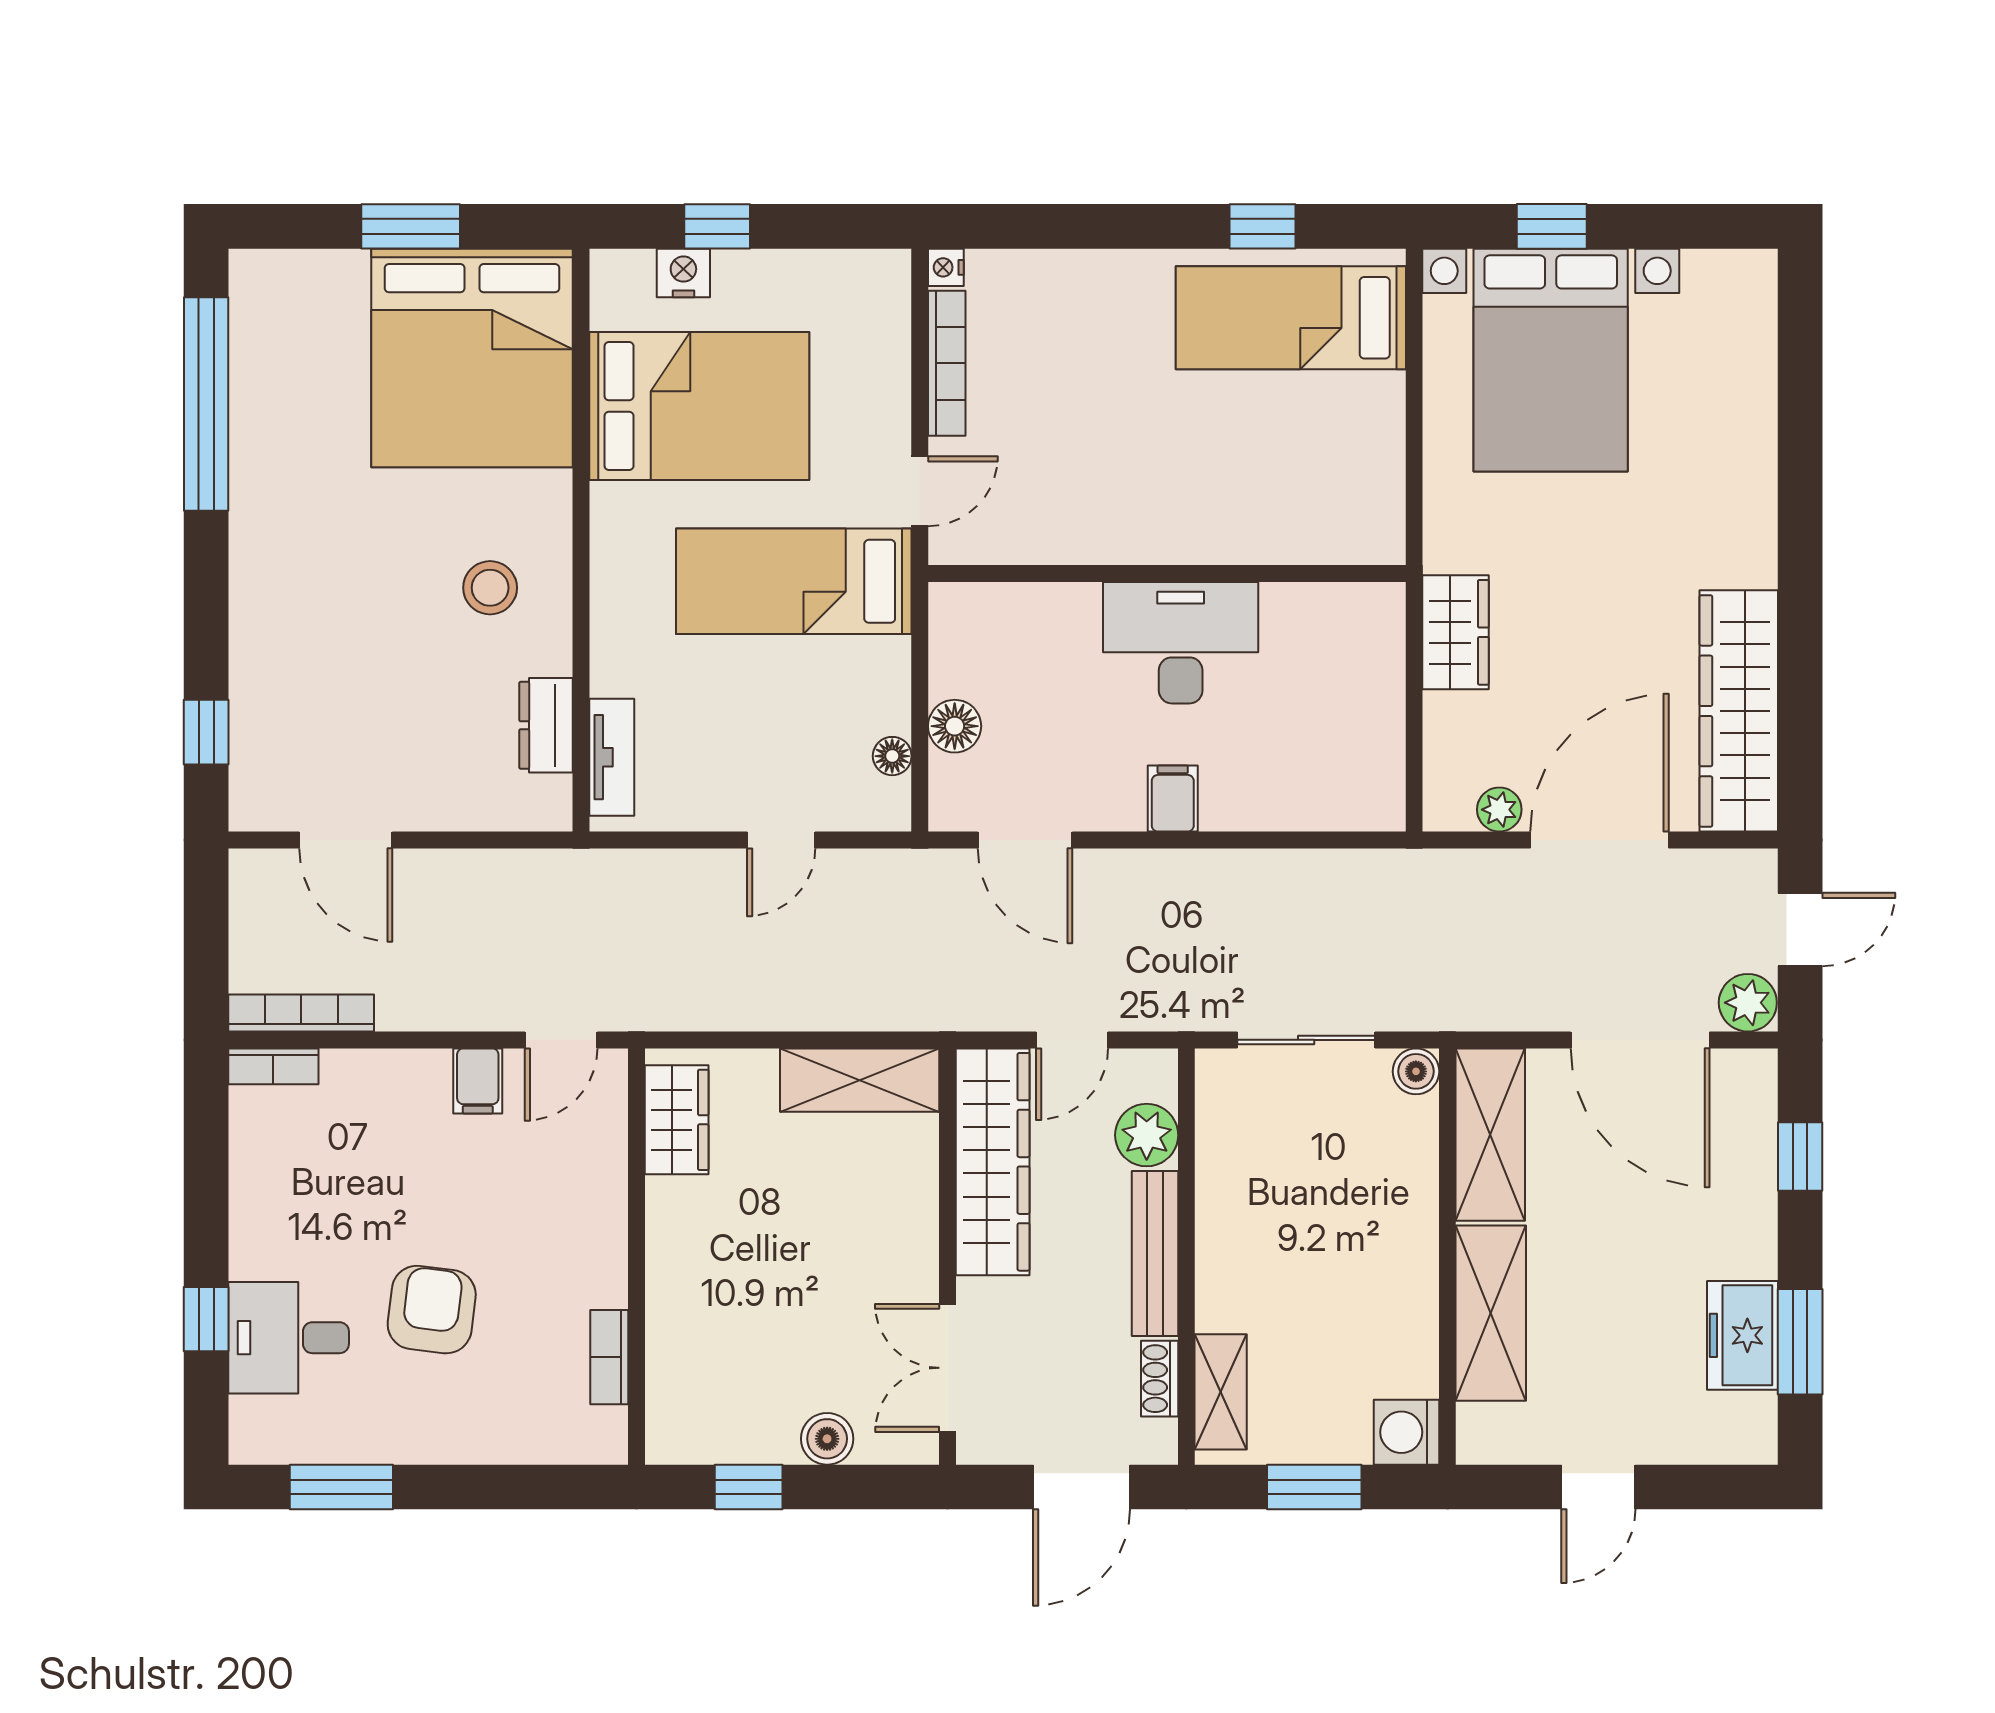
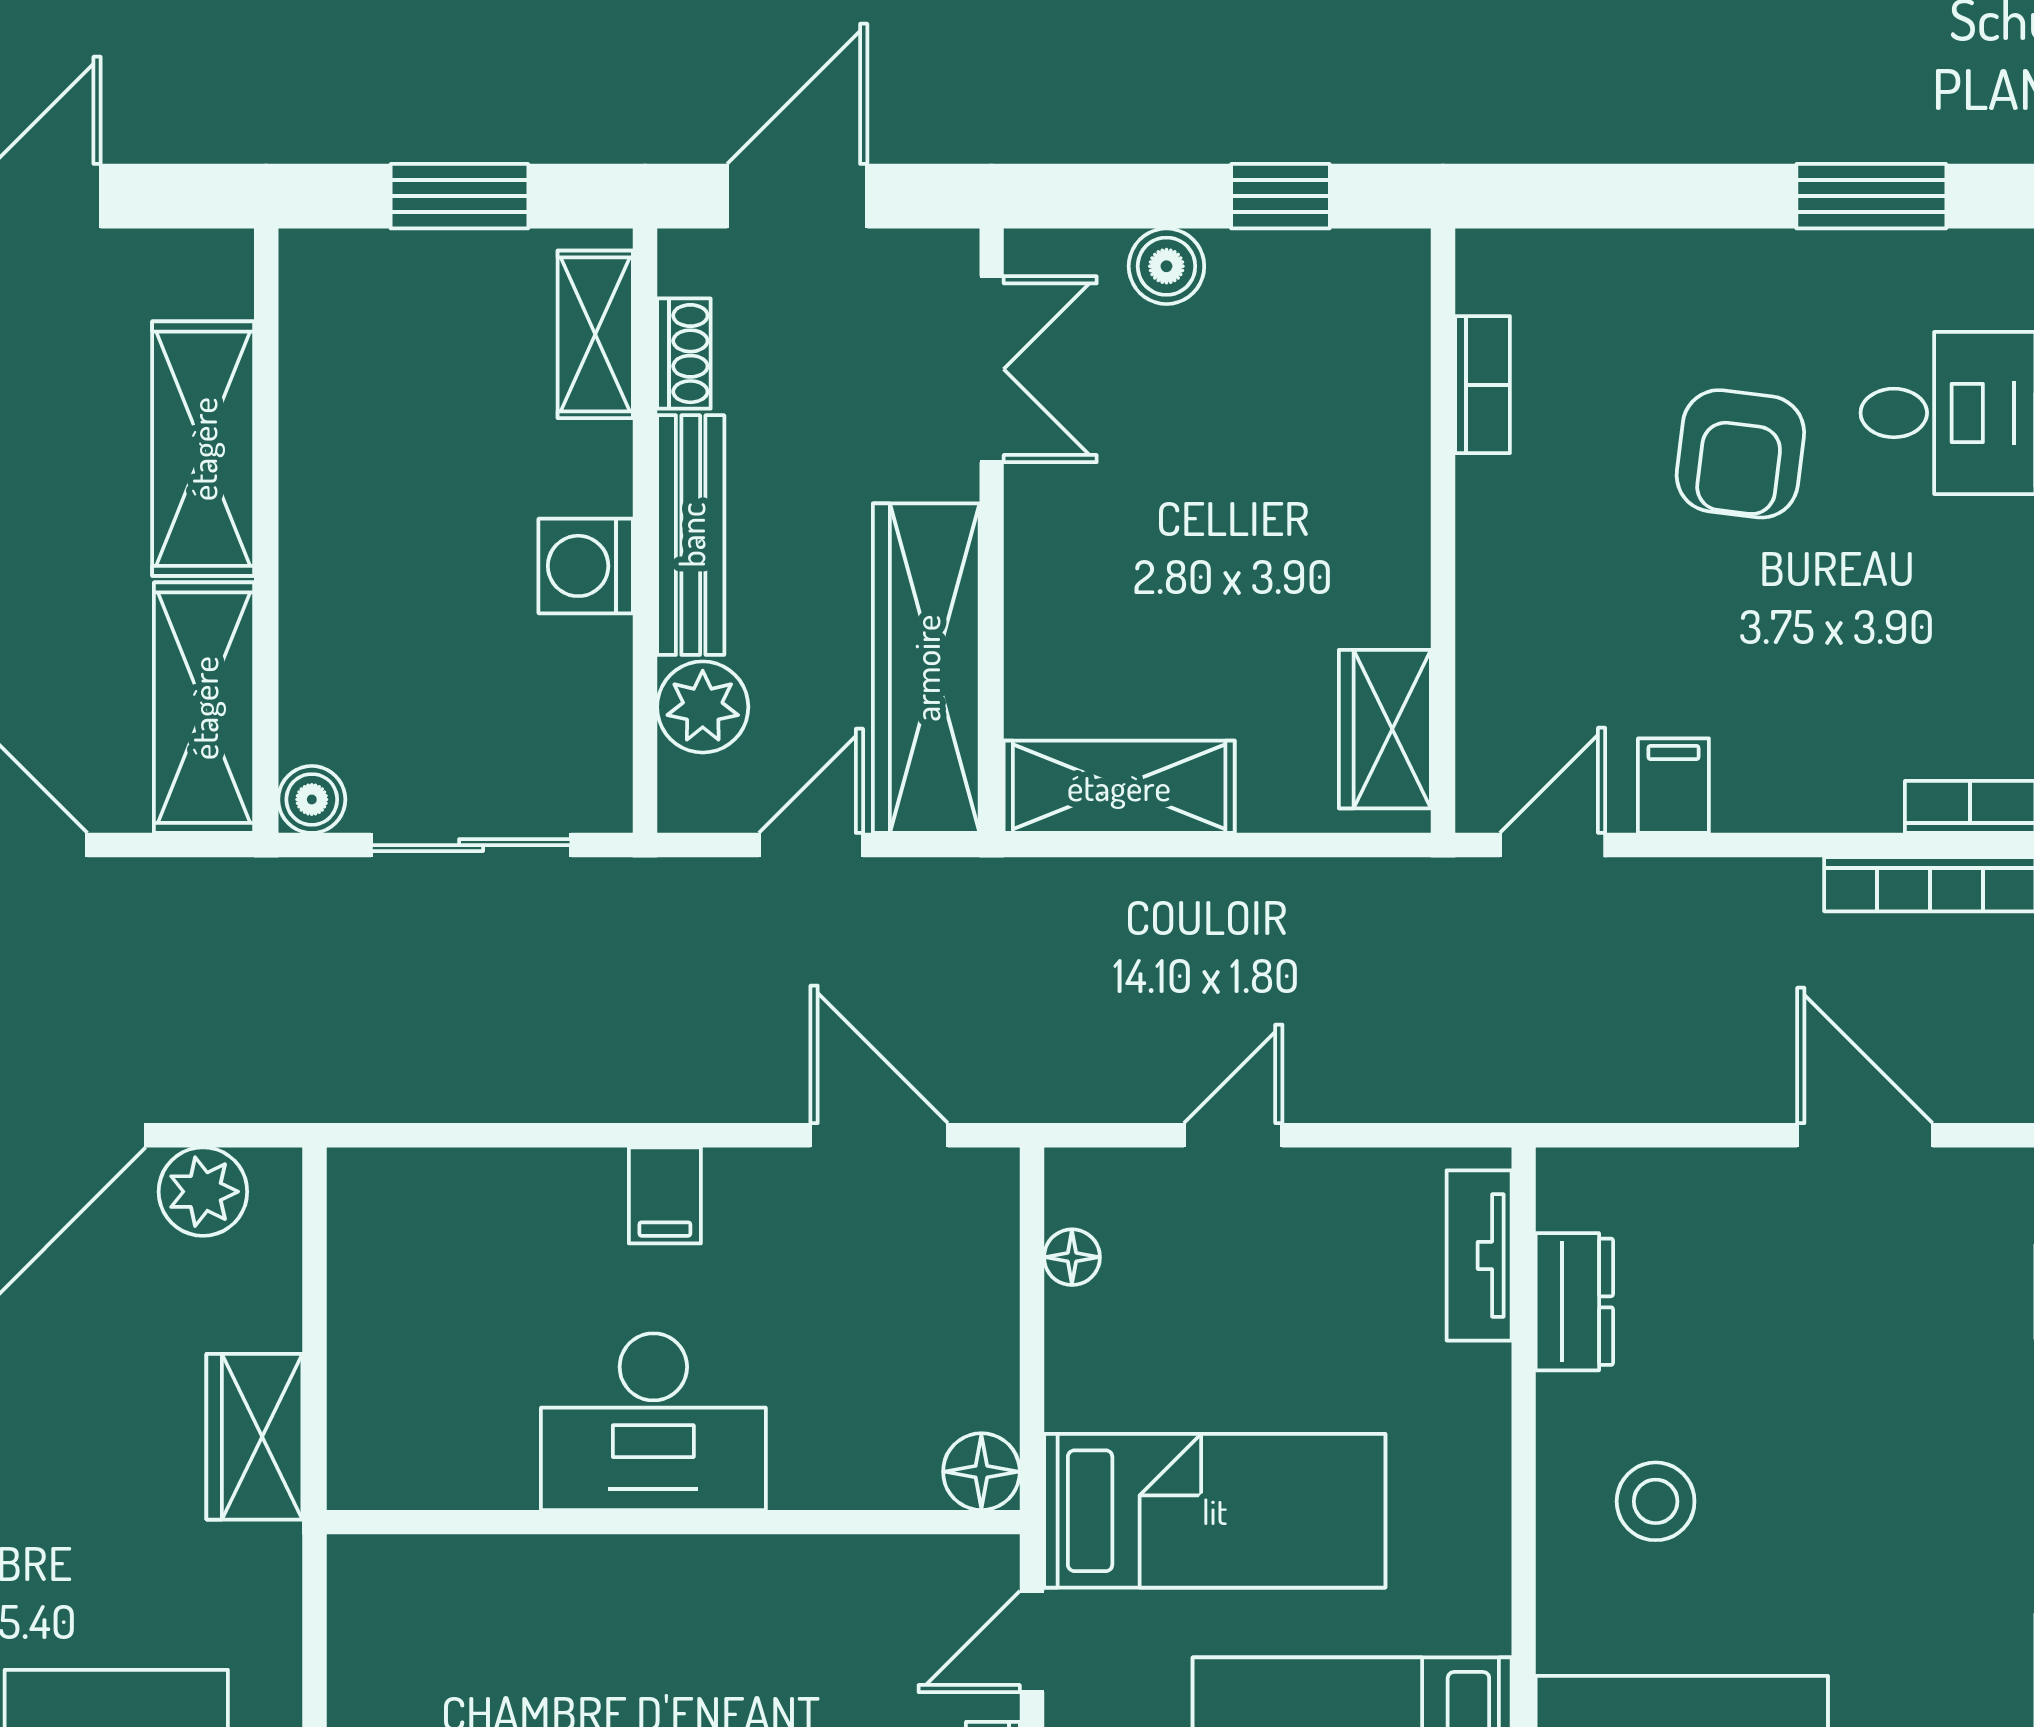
floor lamp: (955, 726) -> (981, 1472), moved
plant: (1499, 810) -> (203, 1192), width x1.38, depth x1.38
washing machine: (1407, 1432) -> (586, 566), moved, turned 180

